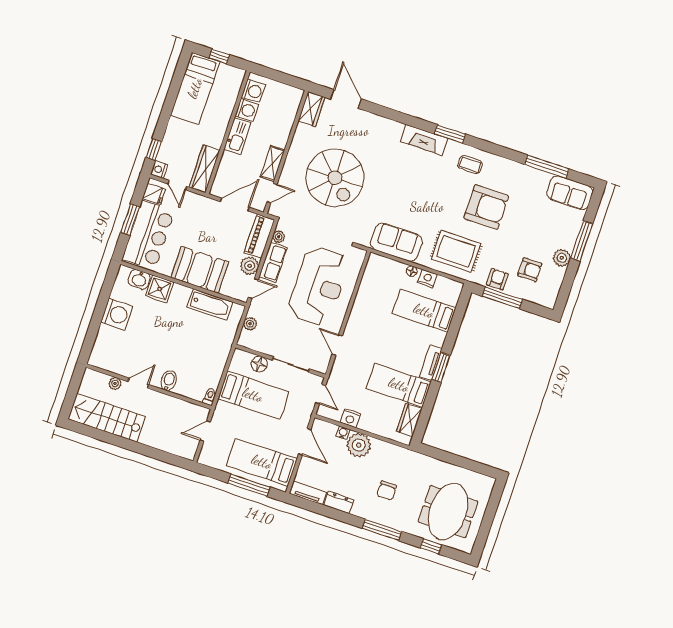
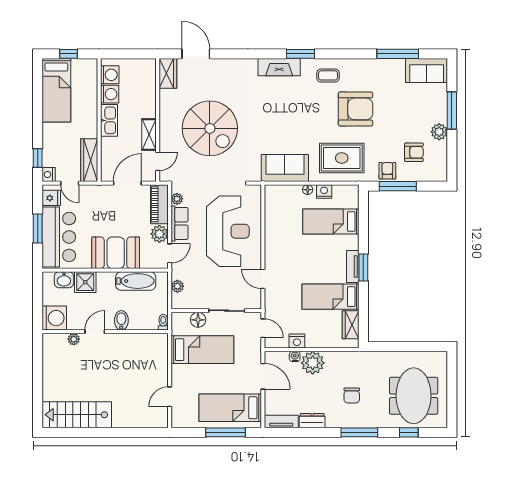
bidet: (169, 381) -> (121, 320), moved
plant: (115, 383) -> (74, 339), moved
door: (138, 383) -> (95, 332), moved
wall: (149, 387) -> (105, 332), moved
toilet: (210, 397) -> (163, 322), moved

